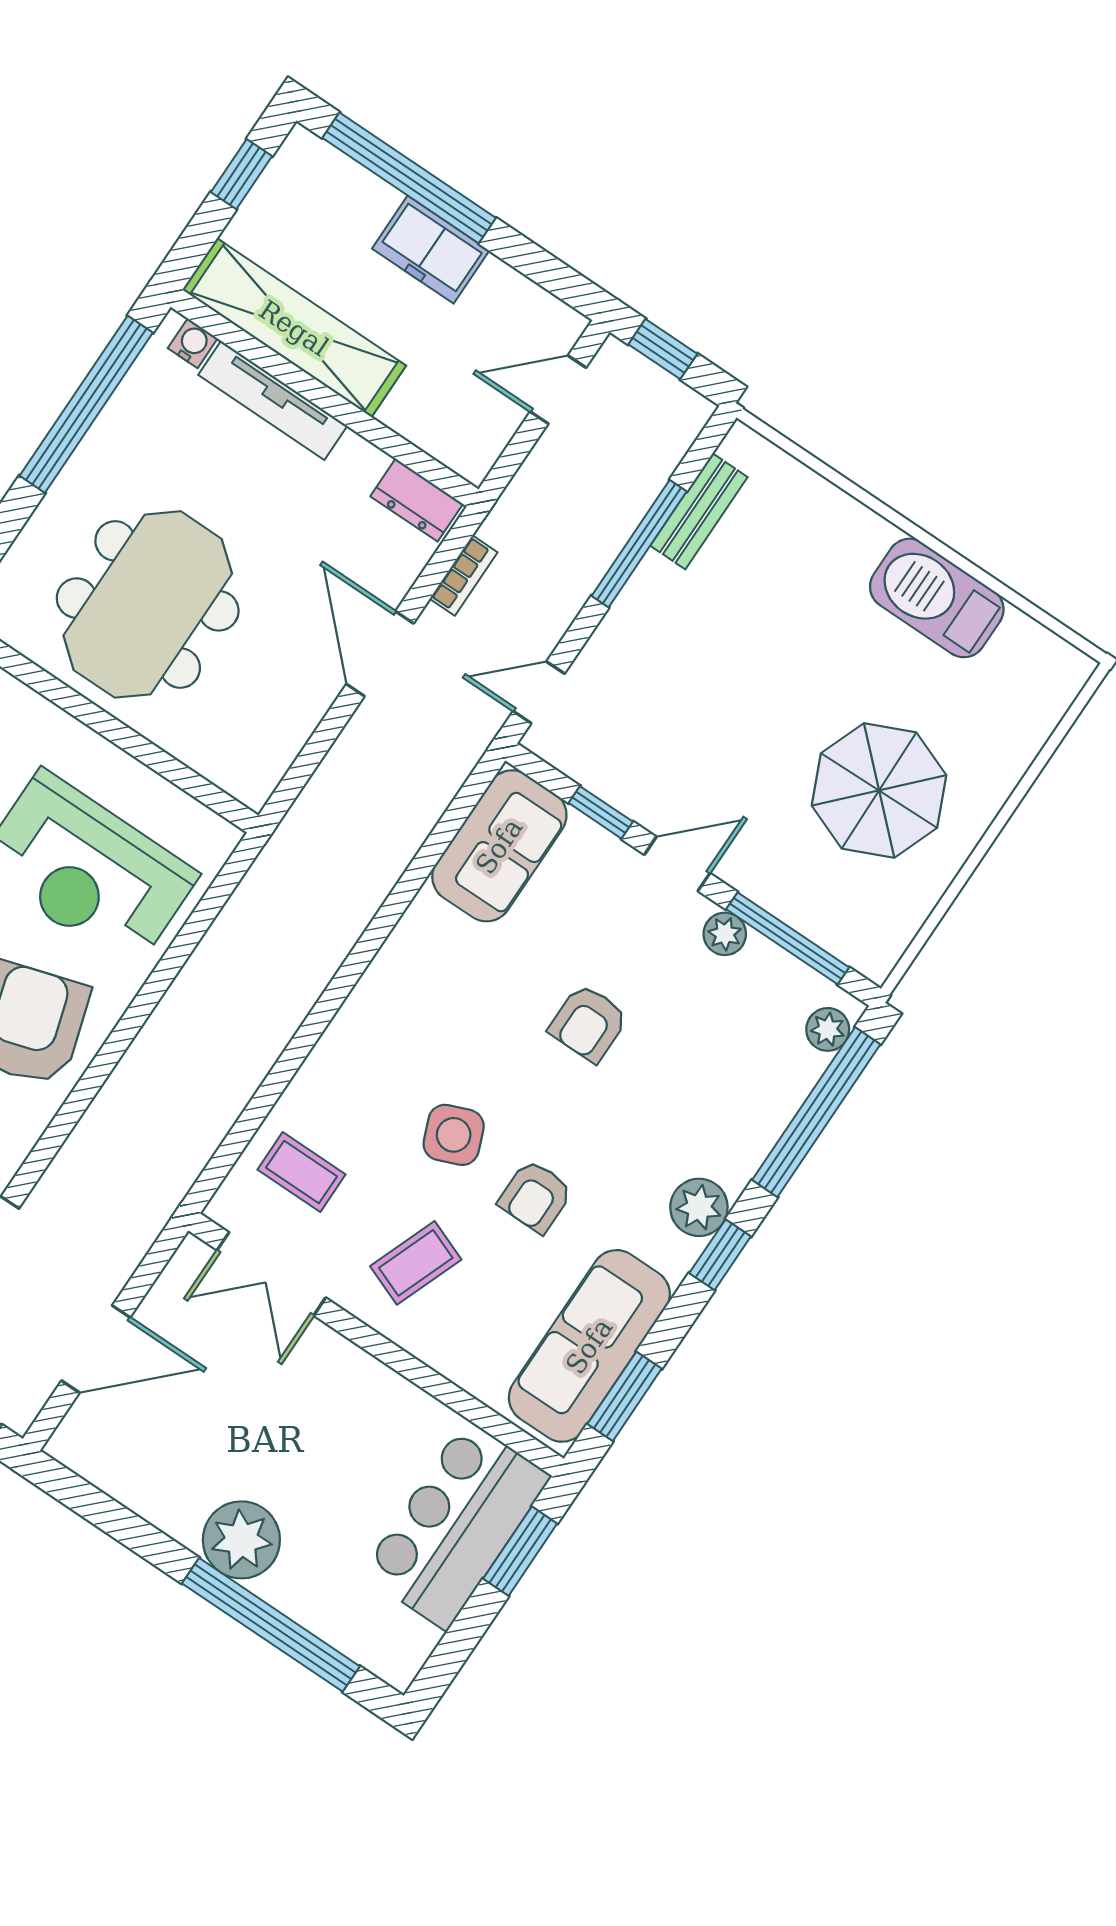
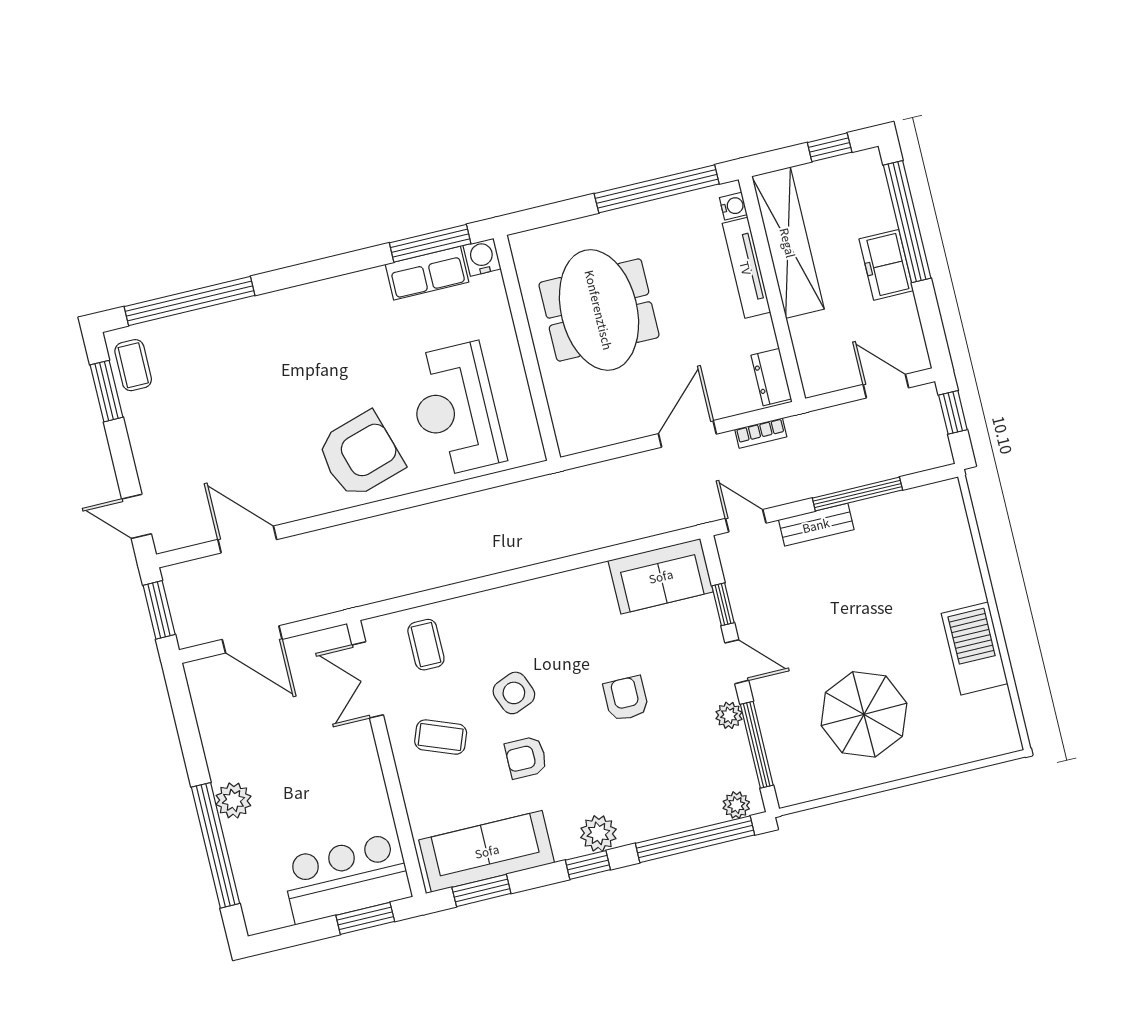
bench: (699, 511) -> (816, 525), moved
meeting table: (148, 604) -> (599, 310), turned 90
armchair: (588, 1023) -> (626, 698), turned 90
plant: (241, 1540) -> (233, 800), width x0.73, depth x0.73

